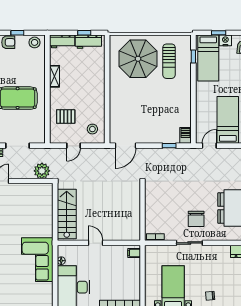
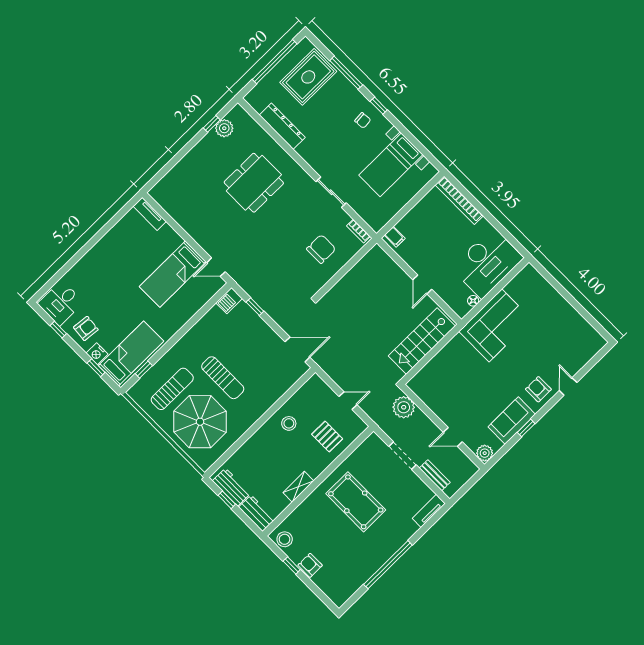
sun lounger: (149, 93) -> (223, 378), added
stool: (92, 129) -> (289, 423), moved
chair: (196, 219) -> (321, 249), moved

